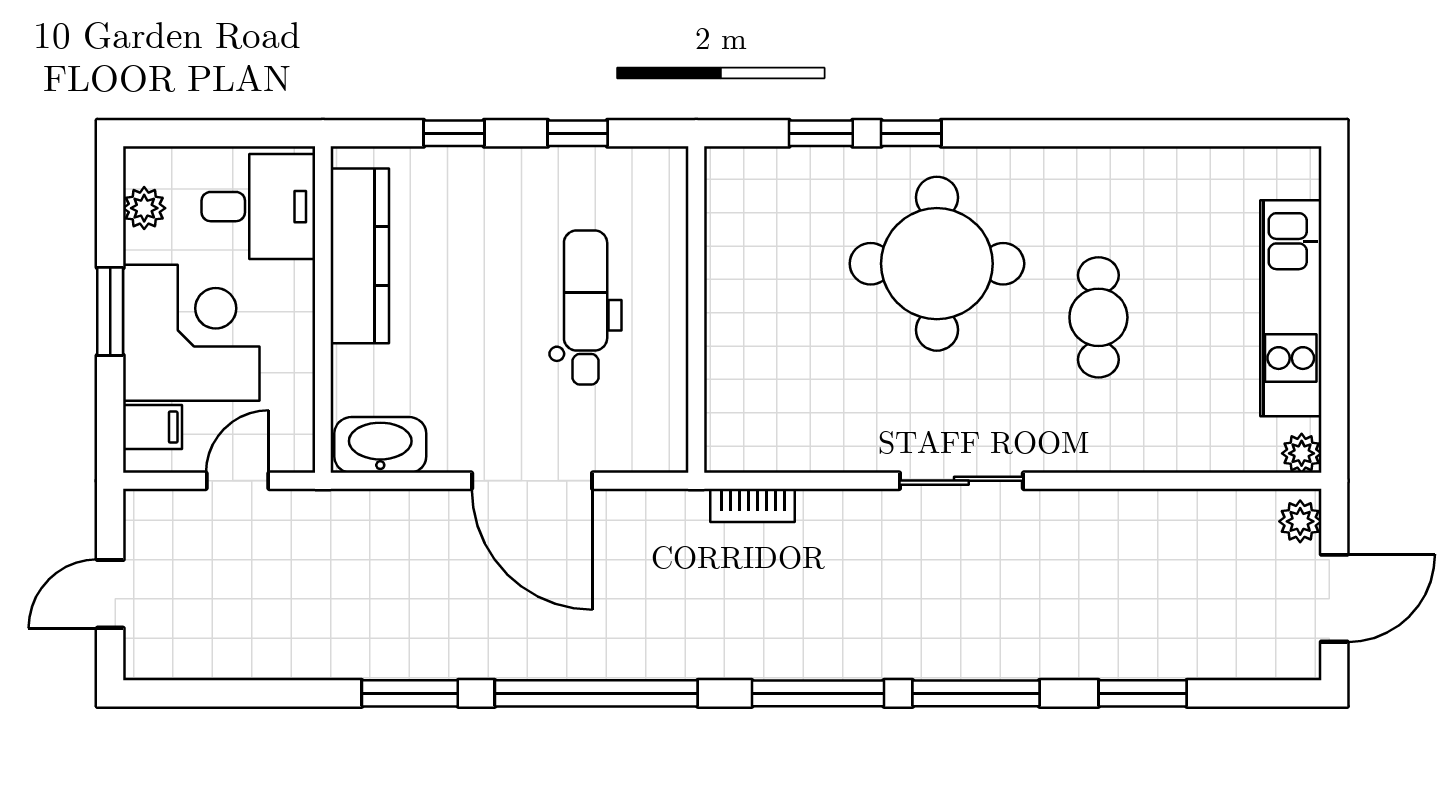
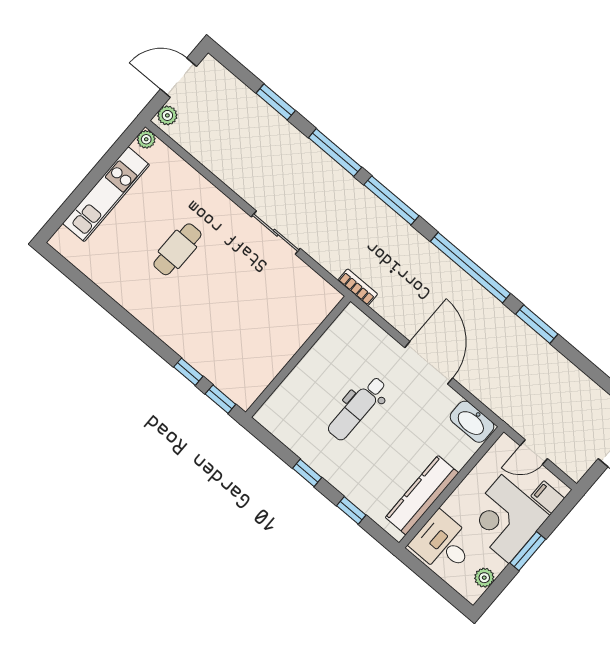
round table: (937, 264) -> (219, 317), removed
wall: (696, 310) -> (298, 357), moved

